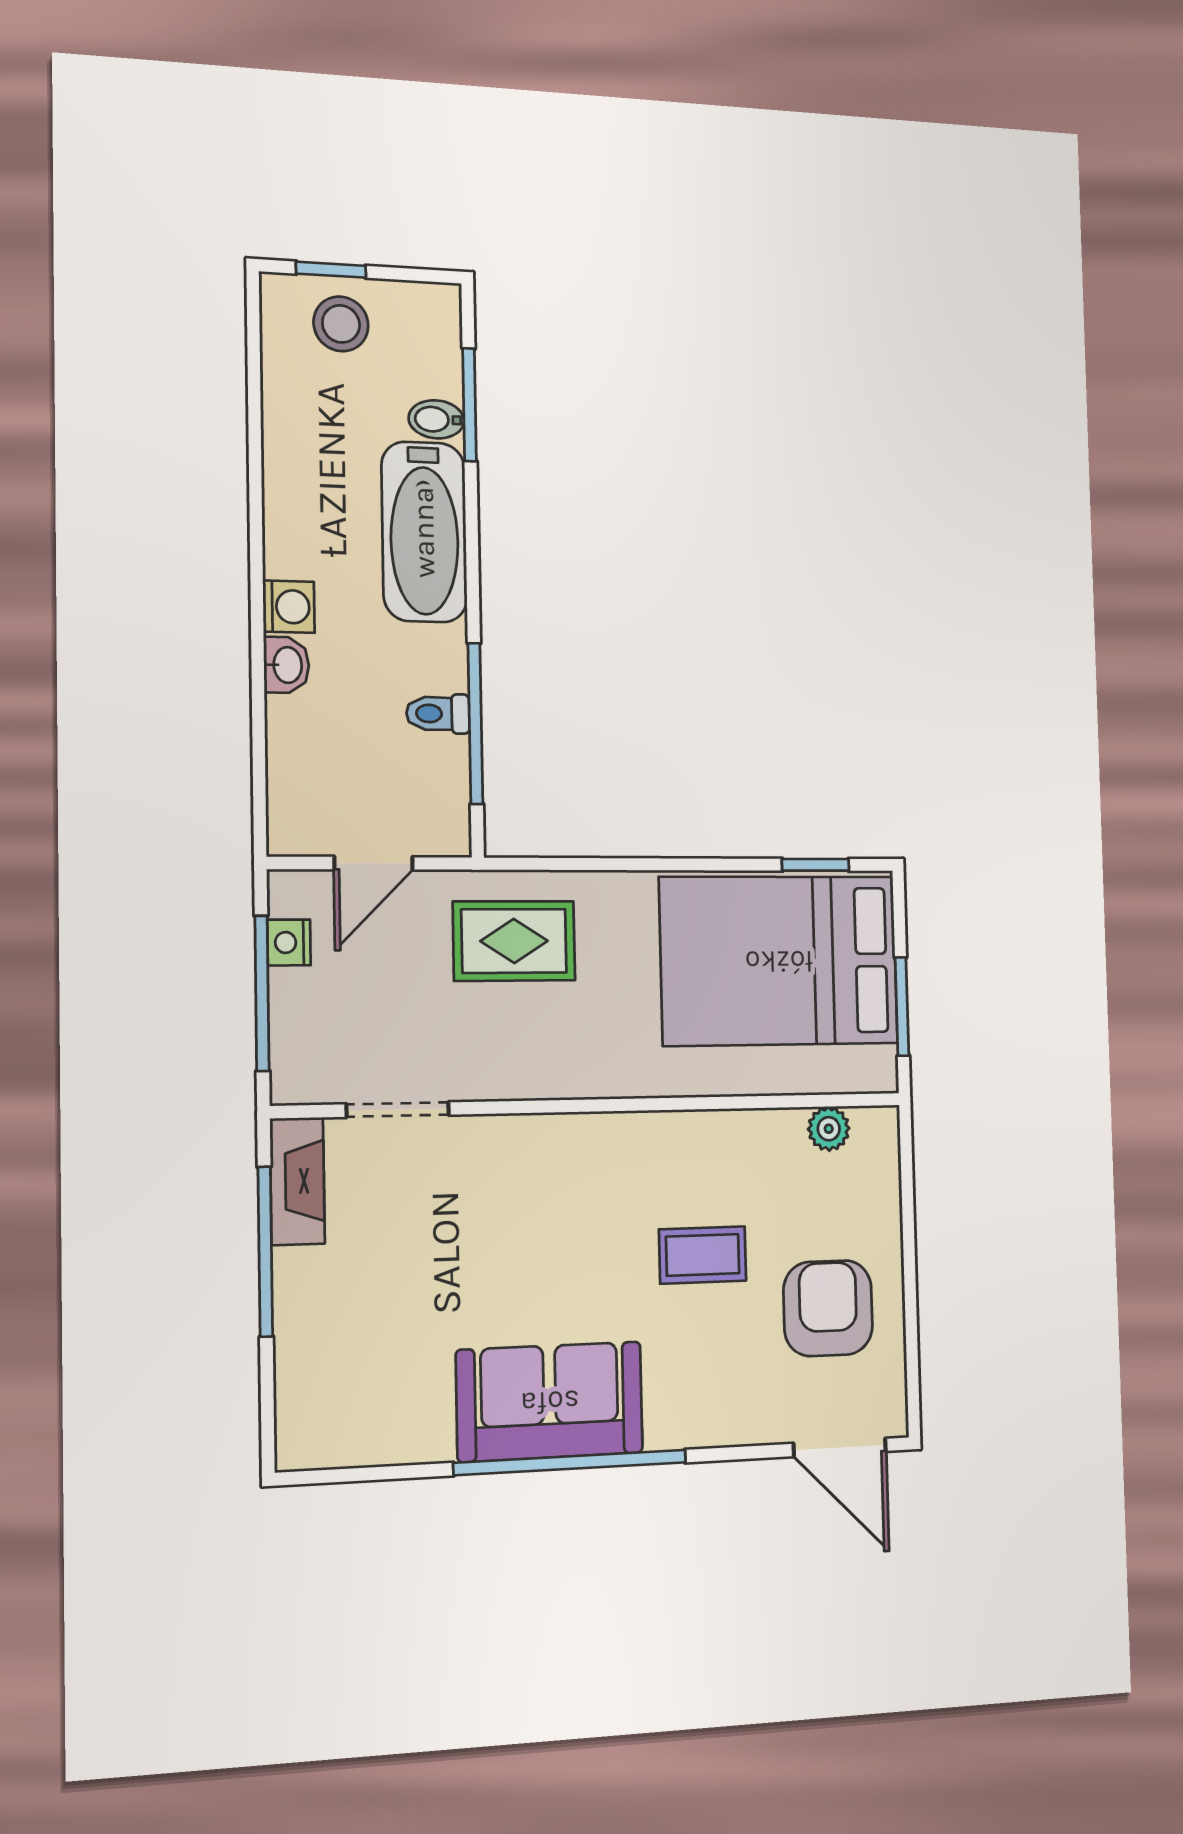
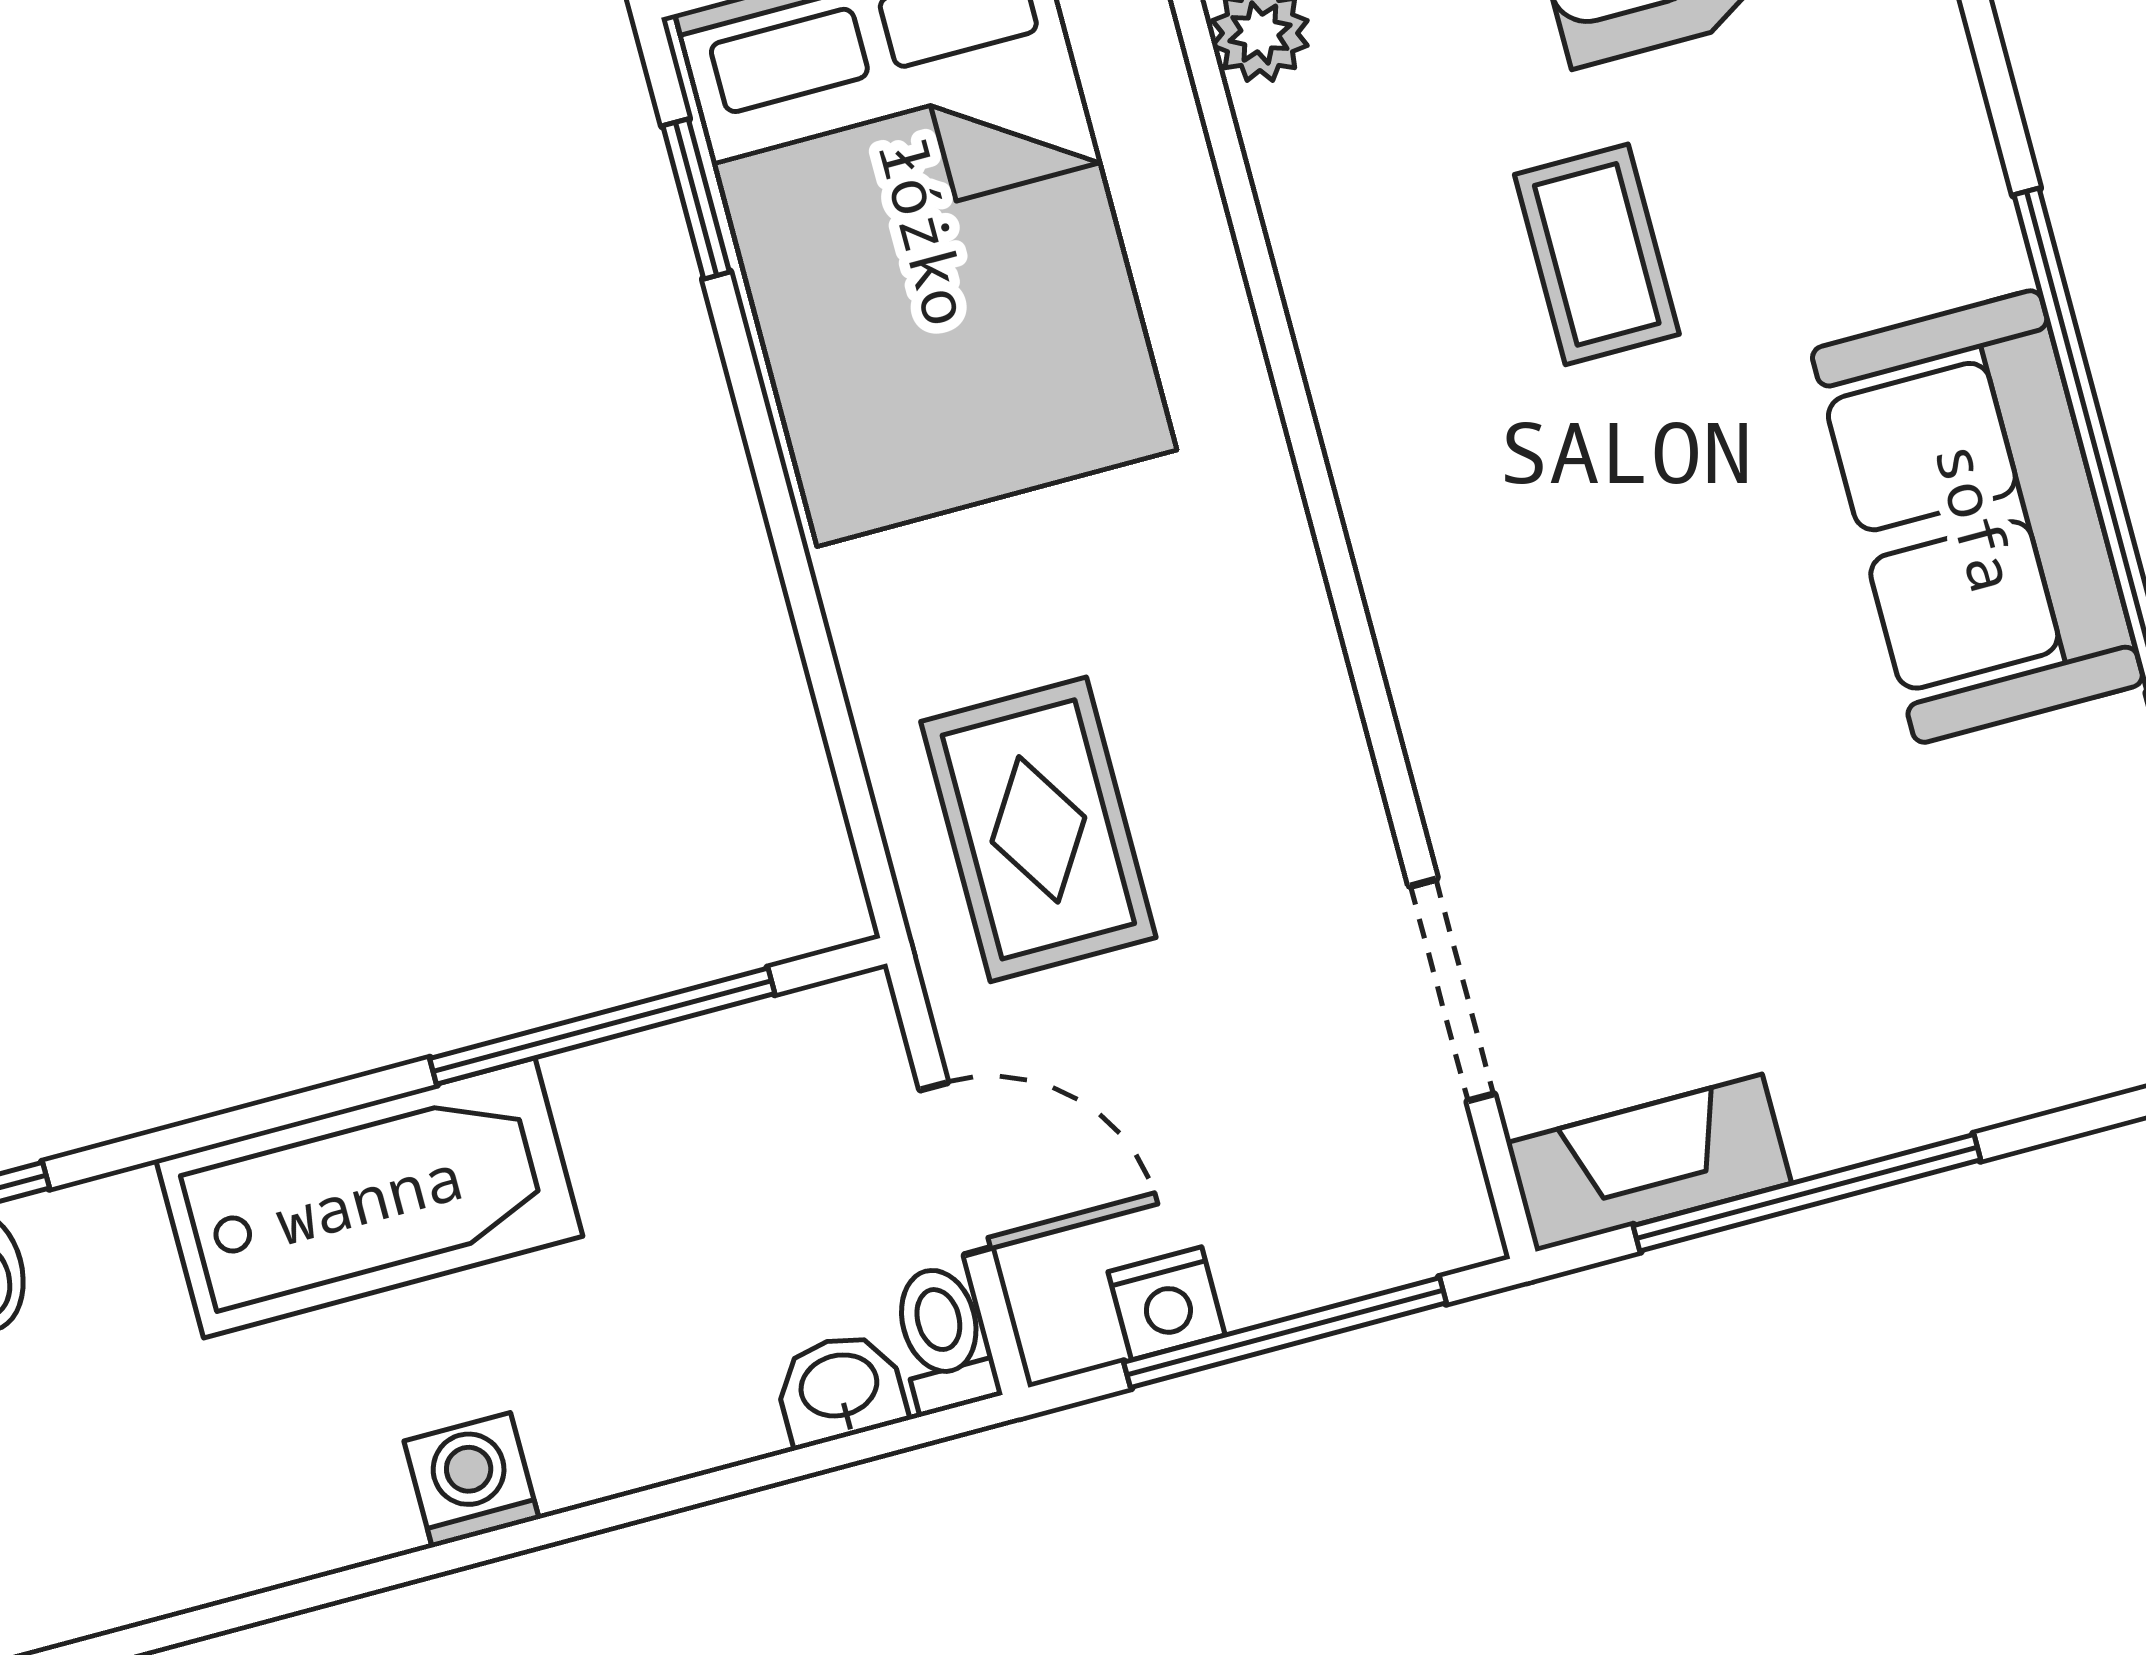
bathtub: (424, 532) -> (369, 1198), moved
washbasin: (286, 665) -> (840, 1388), moved
toilet: (438, 714) -> (943, 1338), moved, turned 180

